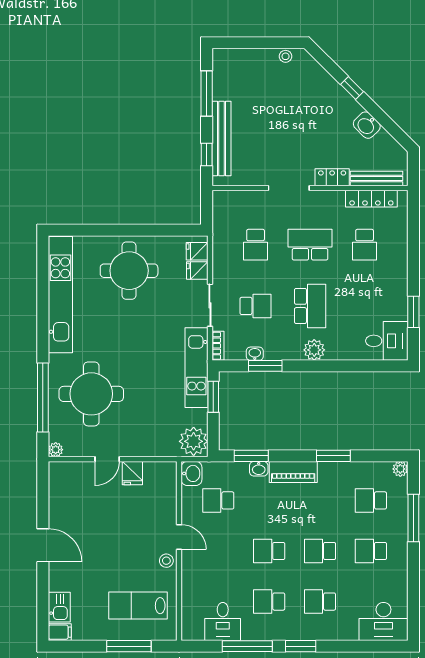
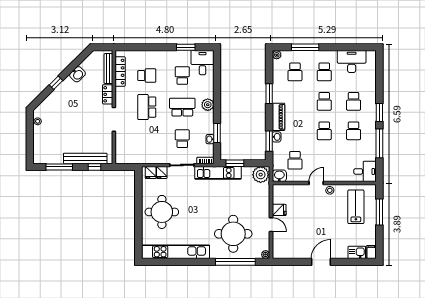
school desk: (256, 245) -> (182, 76), moved, turned -90
lab bench: (138, 606) -> (356, 207), turned 180
desk: (383, 621) -> (352, 62), moved, turned -90
desk: (223, 622) -> (365, 171), moved

